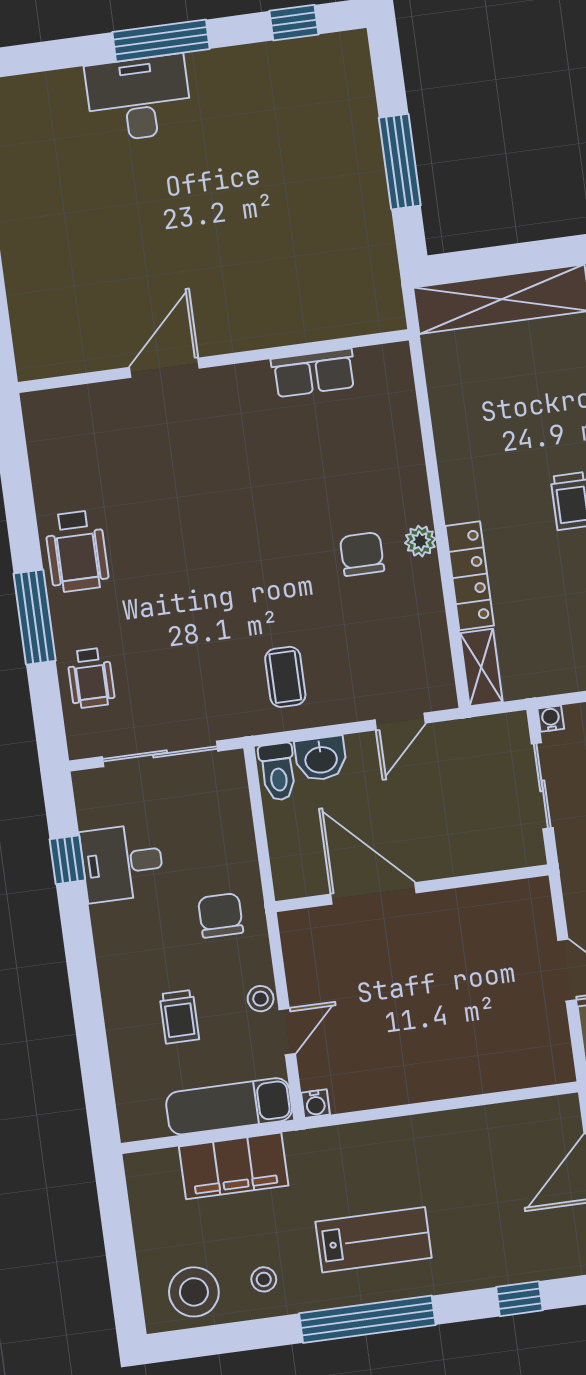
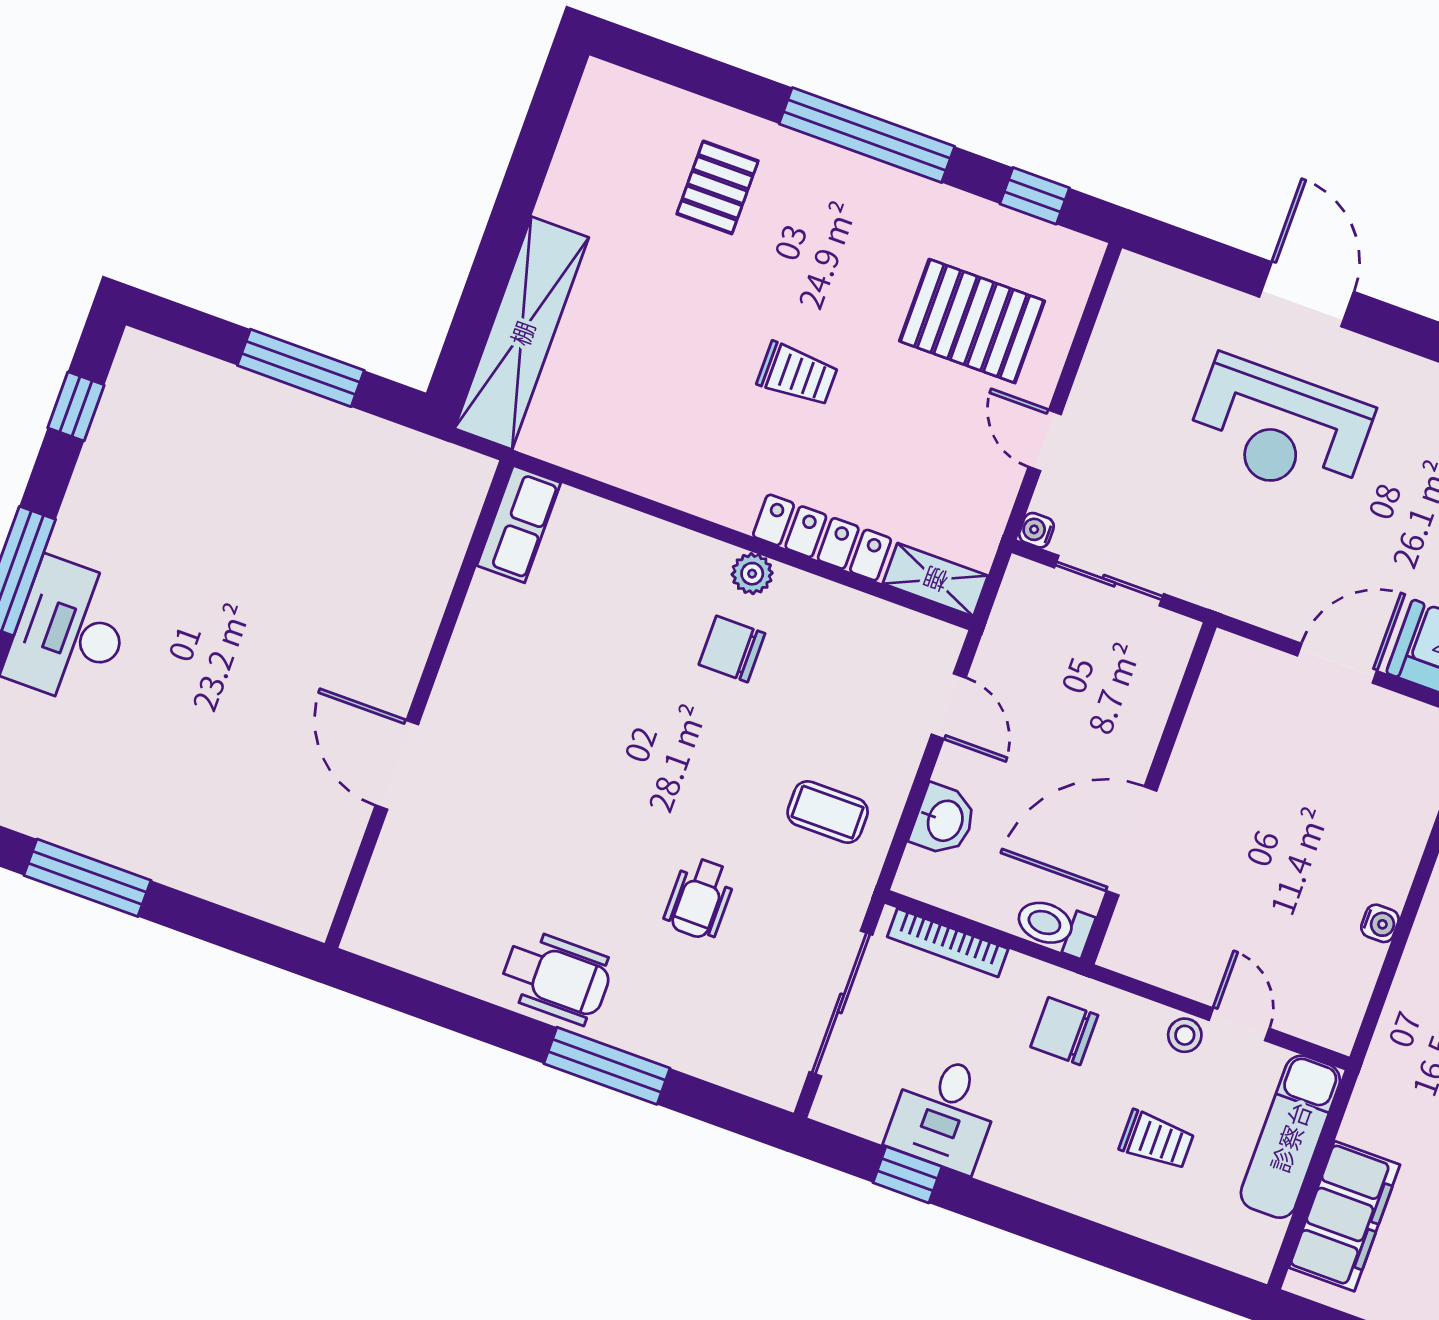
row of seats: (314, 373) -> (519, 524), moved
wheelchair: (91, 678) -> (700, 898), moved, turned 90
toilet: (278, 772) -> (1054, 926), moved, turned 180
bookcase: (239, 805) -> (948, 943), added
water cooler: (316, 1104) -> (1380, 923), moved
filing cabinet: (234, 1166) -> (1344, 1216), moved

